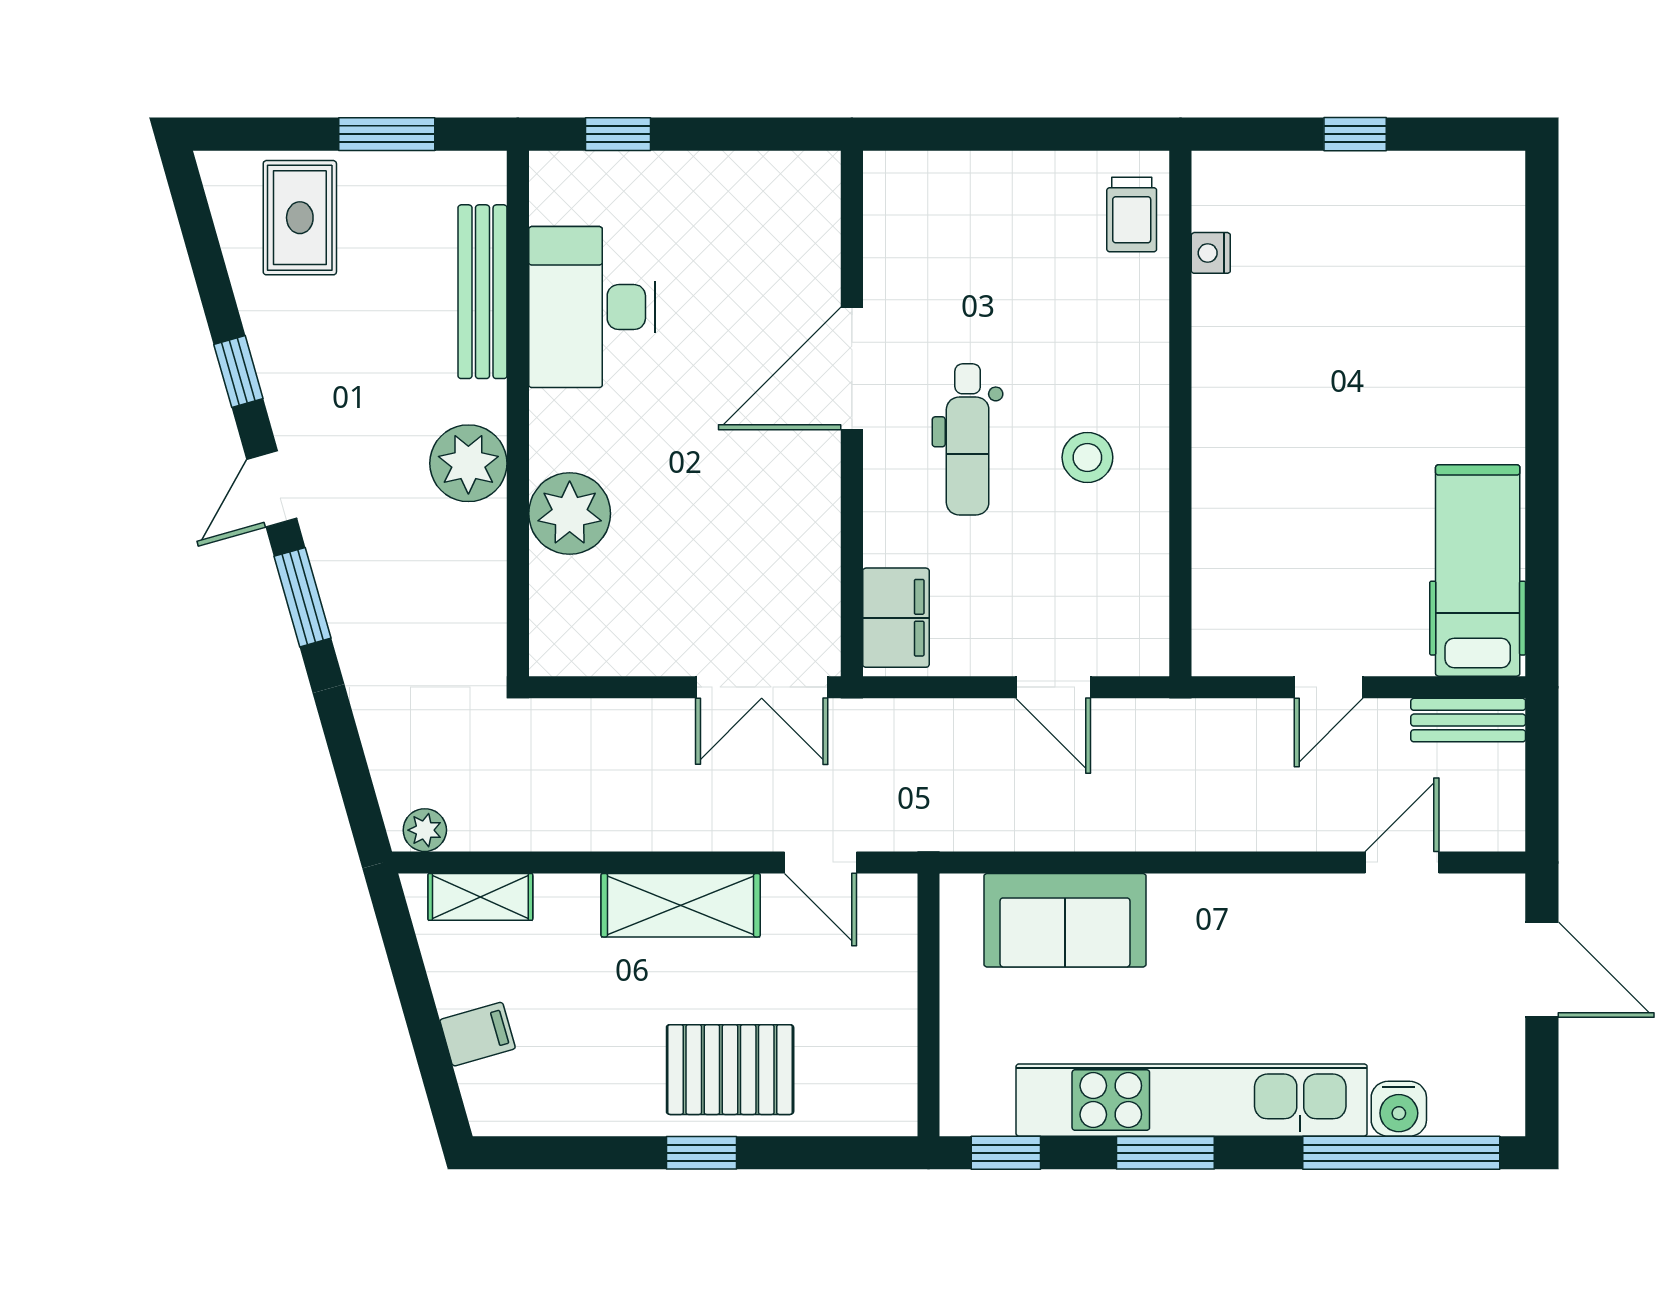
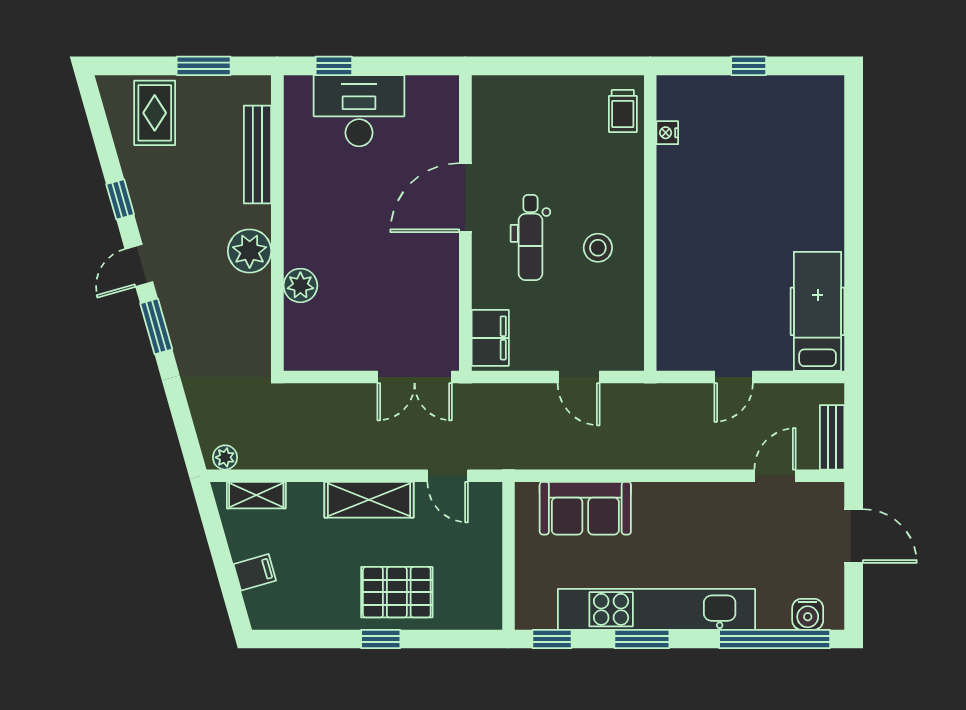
desk: (592, 307) -> (359, 111), moved, turned 90
plant: (570, 514) -> (300, 285), width x0.73, depth x0.73
bench: (1468, 720) -> (832, 437), moved, turned 90
water cooler: (1399, 1109) -> (808, 614), moved

